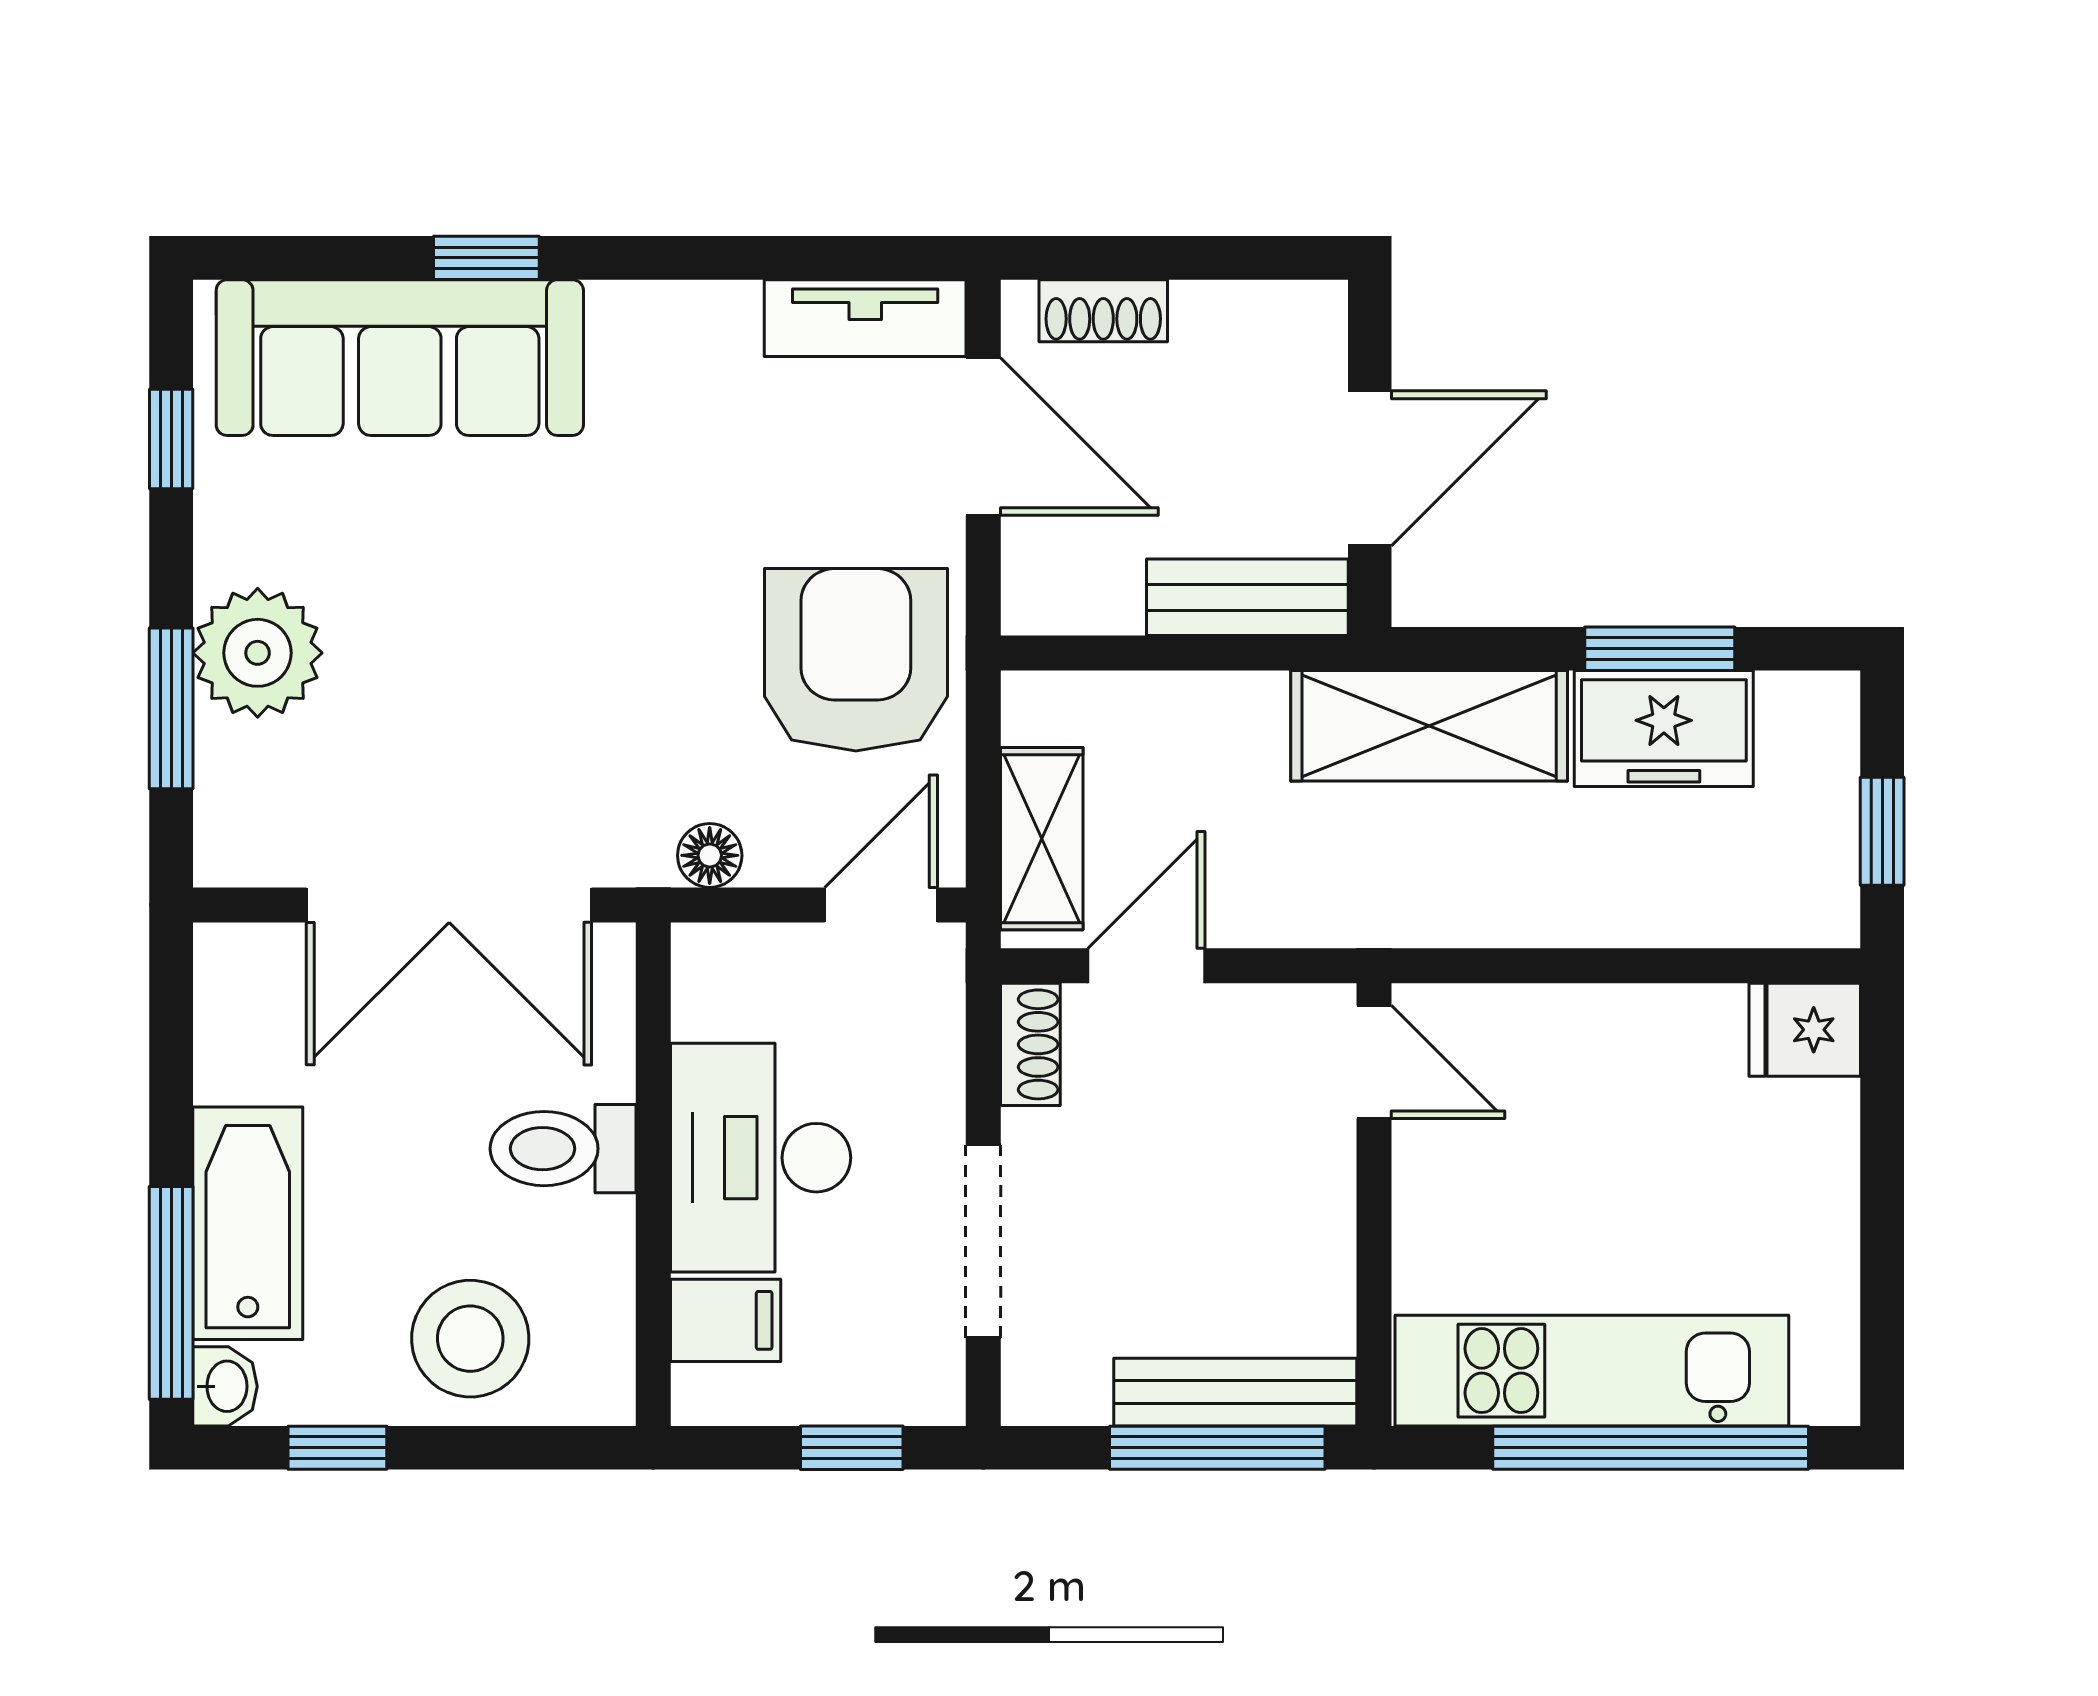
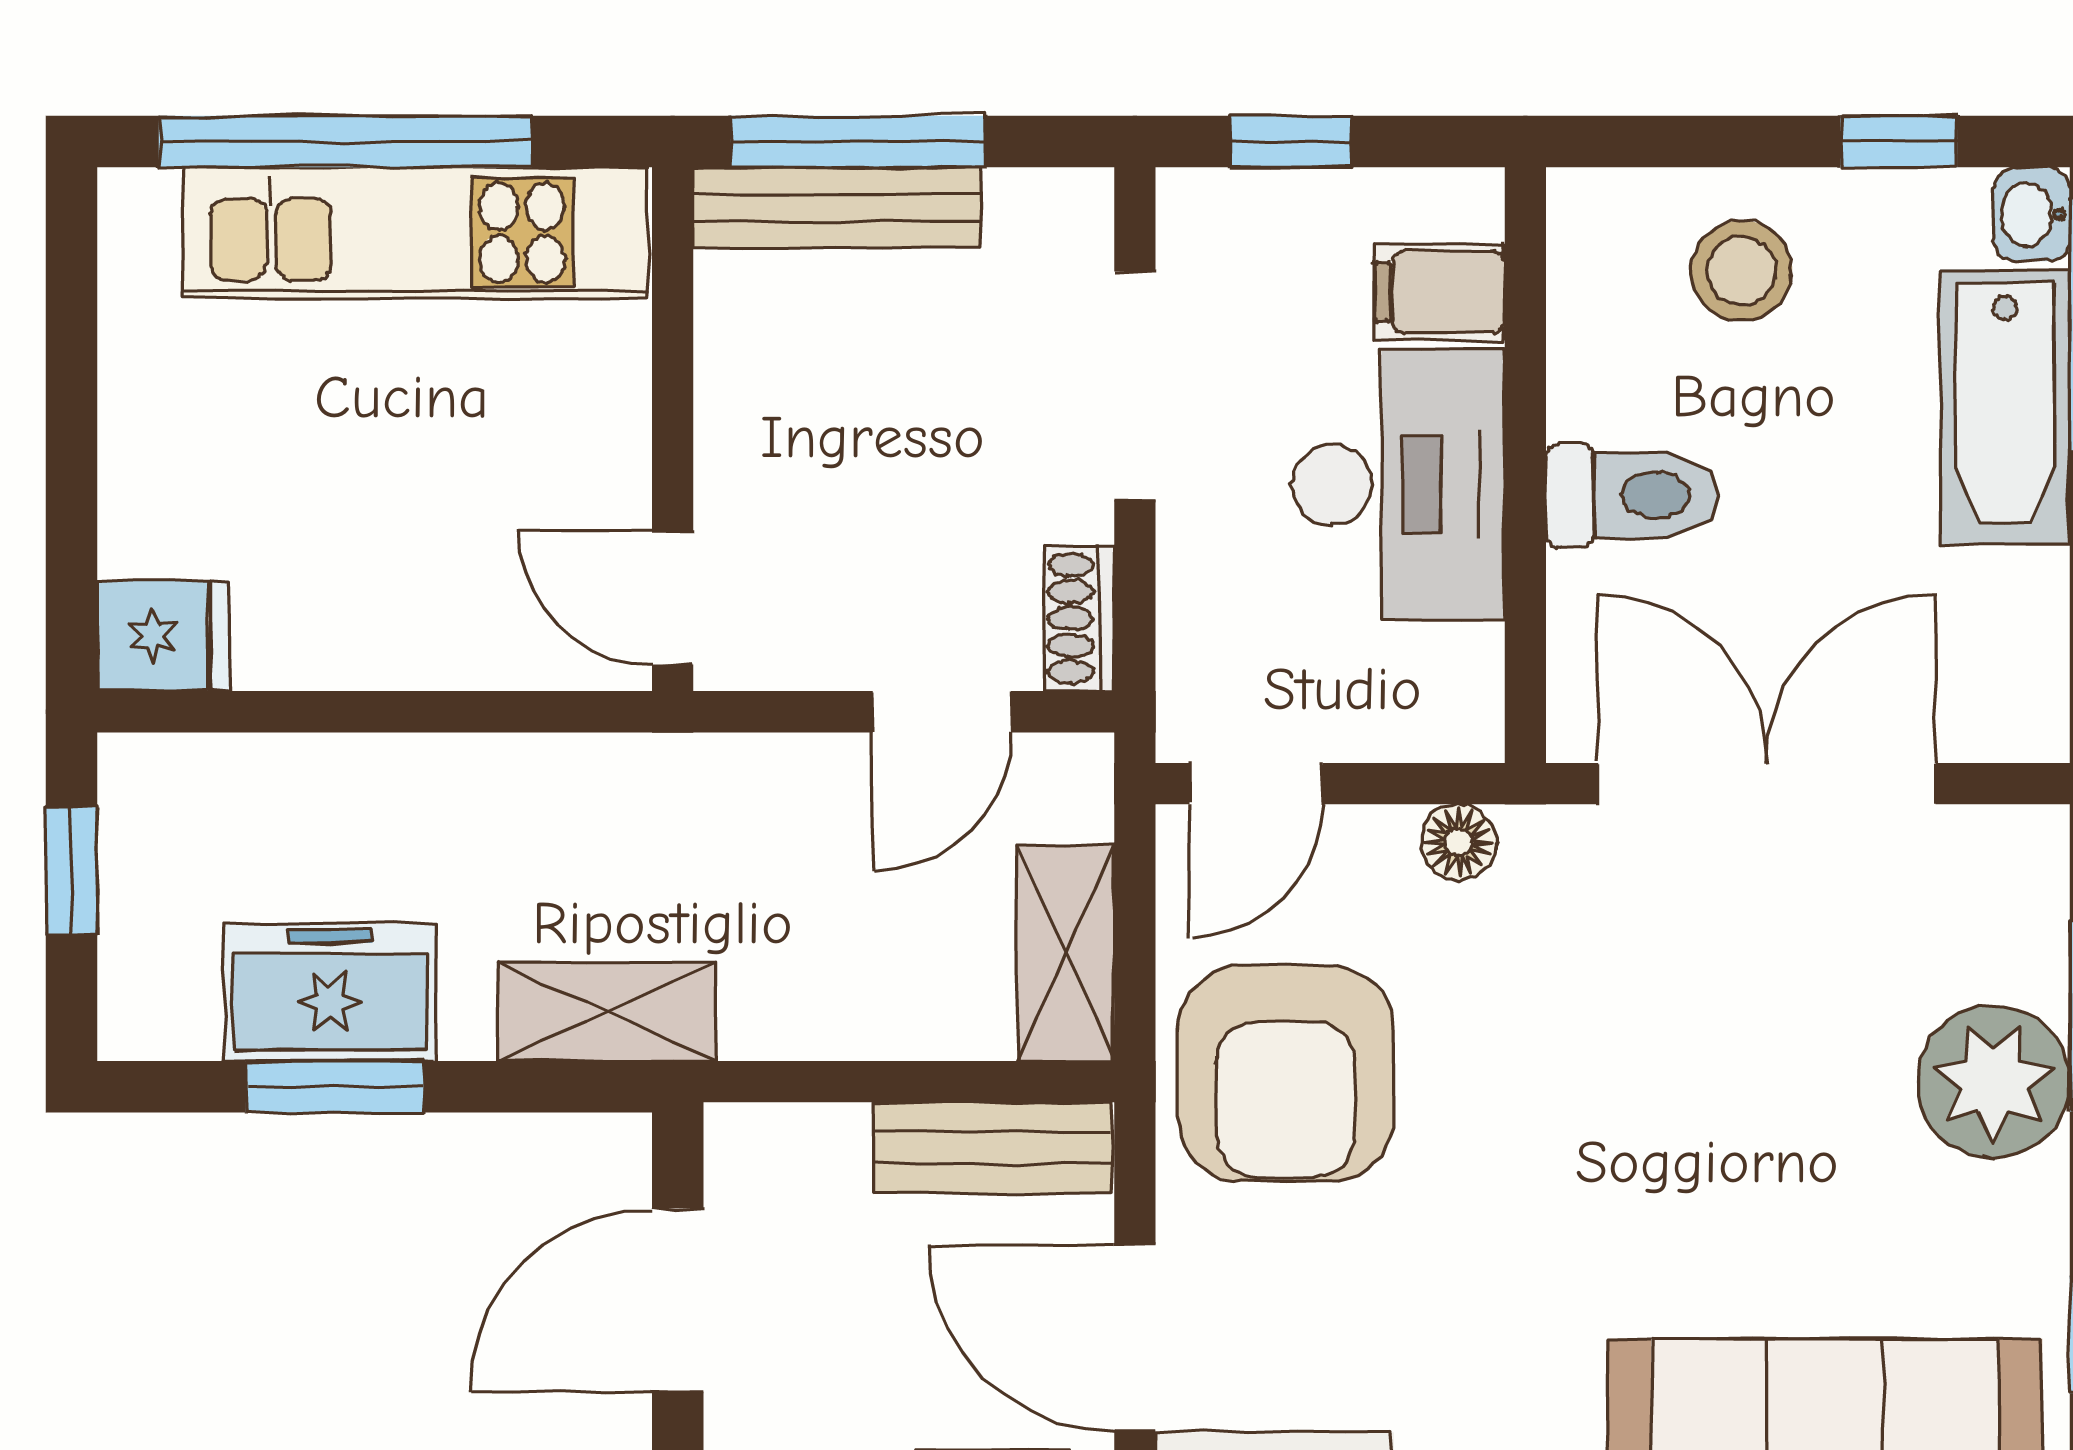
bench: (1247, 597) -> (993, 1148), moved
shelving: (1429, 726) -> (607, 1012), width x0.67, depth x0.75
shelving: (1042, 839) -> (1066, 953), moved
stool: (470, 1339) -> (1742, 271), width x0.73, depth x0.73

